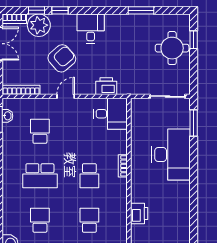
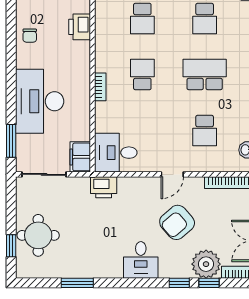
printer: (106, 86) -> (104, 187), moved
filing cabinet: (139, 110) -> (80, 157), added
chair: (179, 207) -> (30, 36), added

